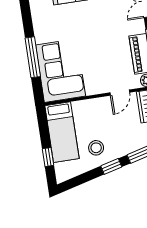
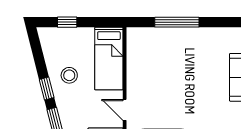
corner sofa: (61, 71) -> (158, 50), removed
bed: (62, 132) -> (109, 59), moved, turned -90

